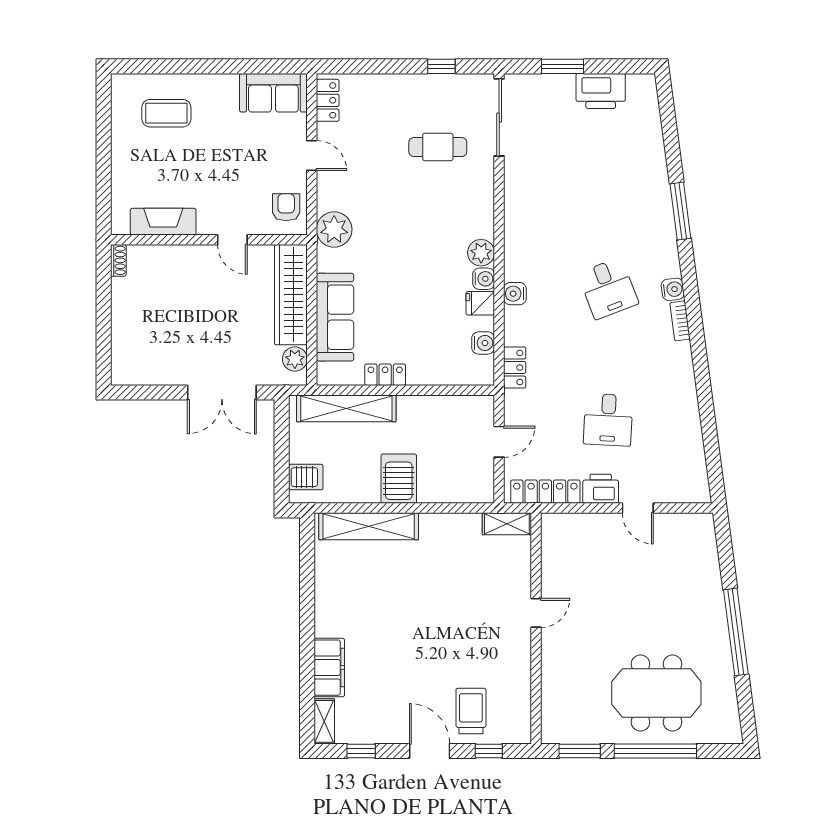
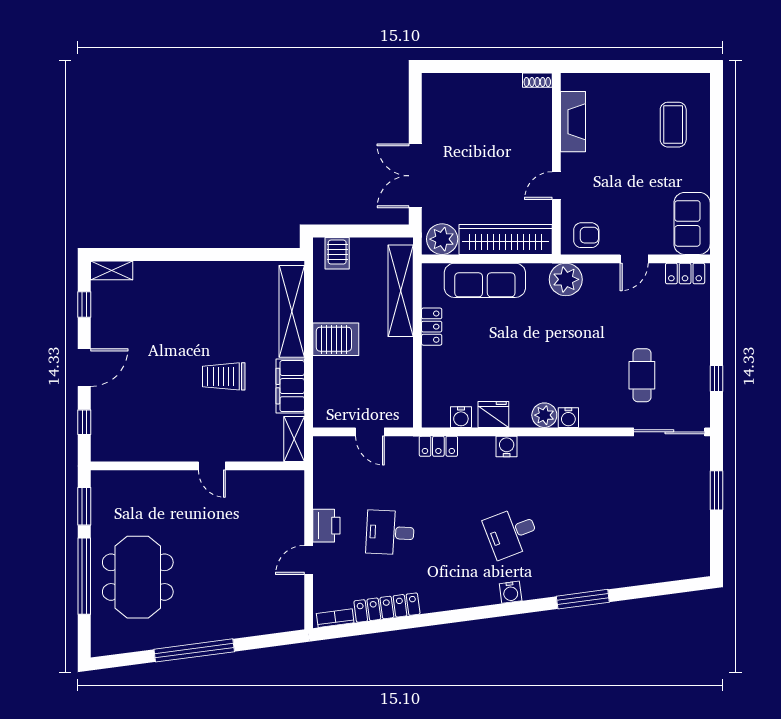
printer: (601, 91) -> (694, 526), removed
water cooler: (484, 279) -> (568, 418), moved
fridge: (480, 303) -> (493, 414), width x1.38
bookcase: (680, 321) -> (335, 618), moved
plant: (295, 359) -> (442, 239), width x1.36, depth x1.36
locker: (545, 492) -> (387, 608), moved, turned -98
filing cabinet: (329, 668) -> (290, 386), moved, turned 90
trolley: (471, 711) -> (224, 376), moved, turned 180

